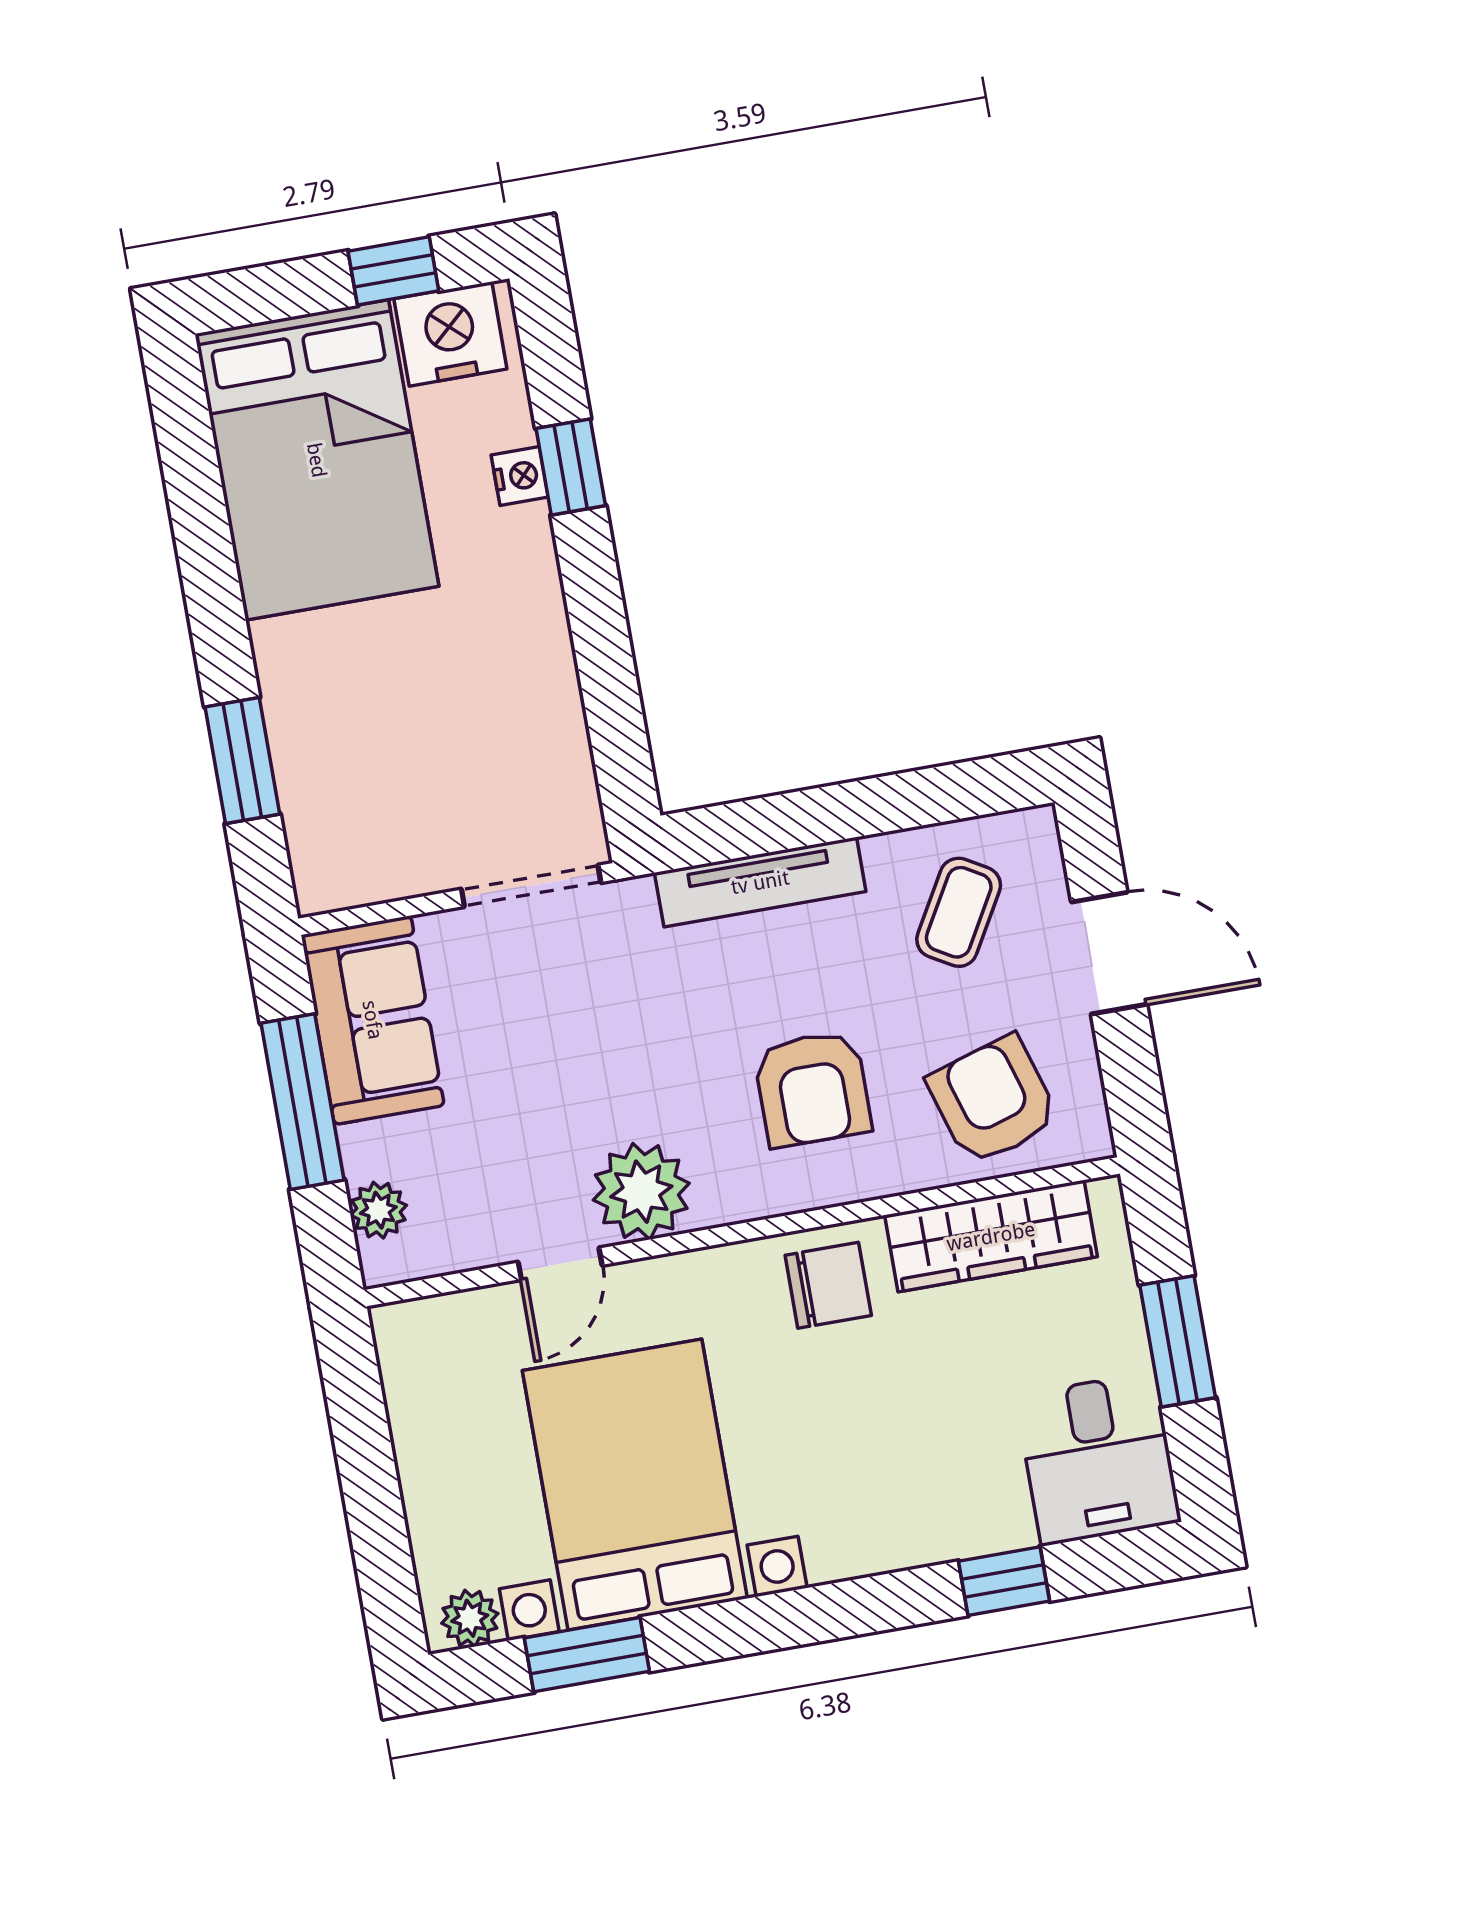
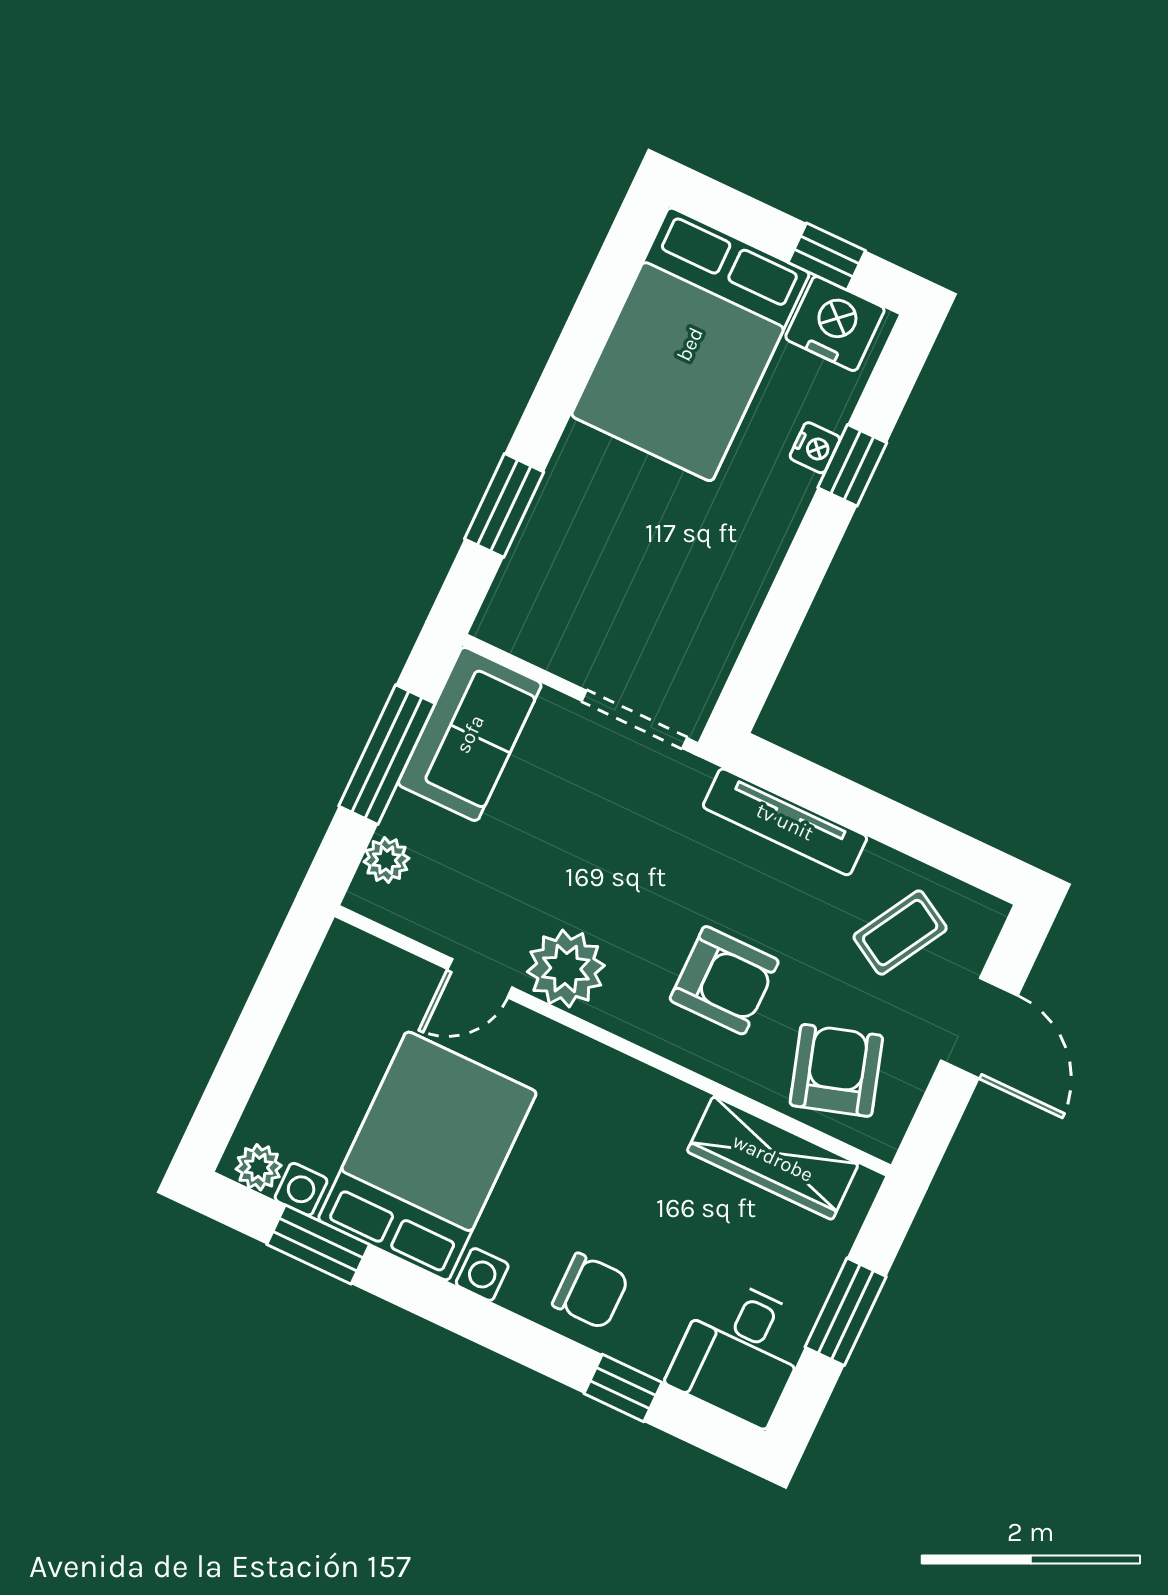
armchair: (812, 1089) -> (724, 980), turned -90
chair: (828, 1285) -> (591, 1291), moved

